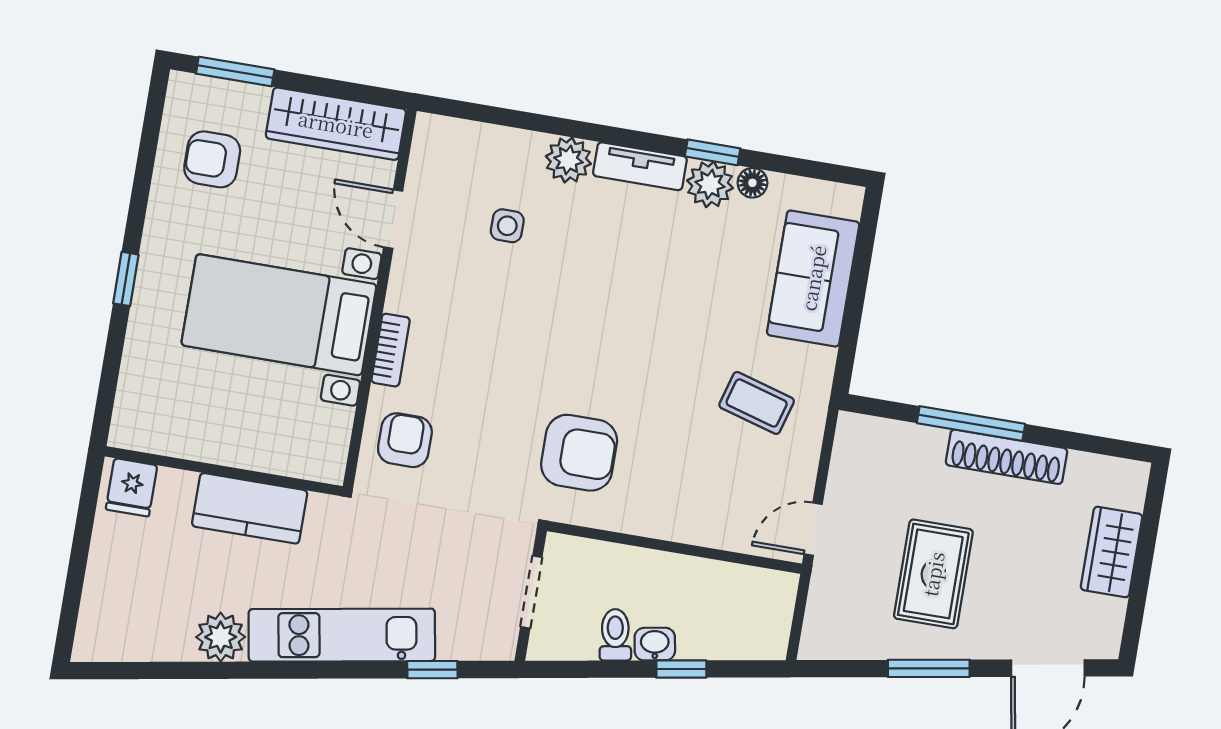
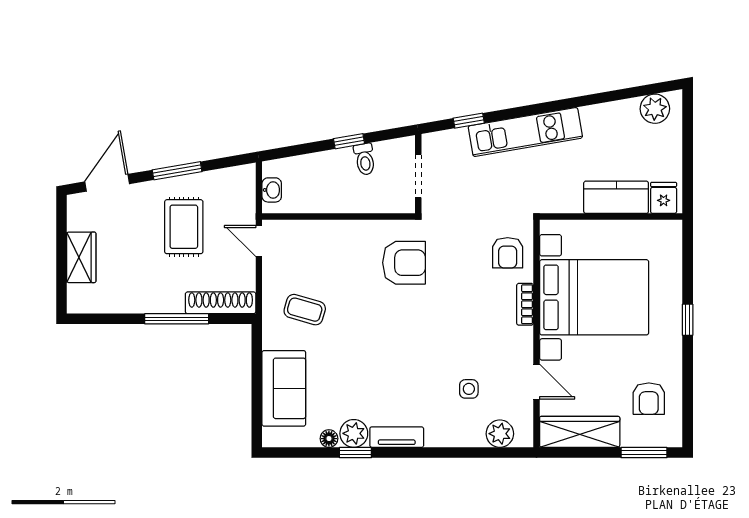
armchair: (212, 159) -> (649, 399), turned 90
plant: (568, 160) -> (500, 434), moved
bed with nightstands: (279, 315) -> (594, 297), width x1.36
armchair: (579, 453) -> (404, 263), turned 180
shoe rack: (1007, 457) -> (221, 303), moved
kitchen counter: (250, 508) -> (616, 197), moved
door: (813, 529) -> (259, 241), swing flipped
plant: (221, 637) -> (655, 109), moved
washbasin: (655, 644) -> (272, 190), moved, turned -80
window: (681, 669) -> (349, 141), moved

